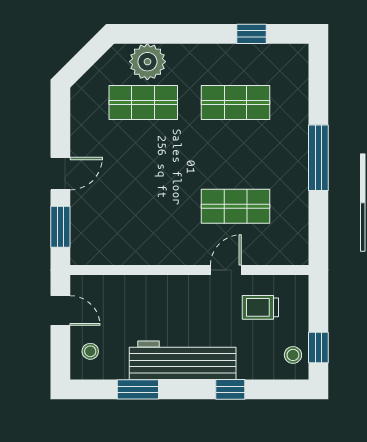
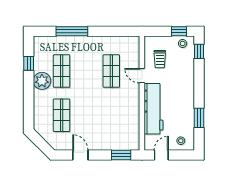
plant: (147, 62) -> (42, 81), moved
window: (318, 158) -> (72, 31), moved
door: (60, 174) -> (80, 155), moved
workbench: (183, 360) -> (153, 109), moved, turned 180
window: (230, 389) -> (199, 51), moved

